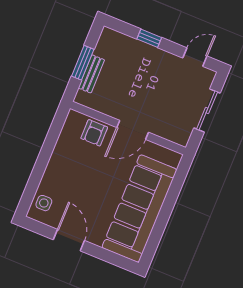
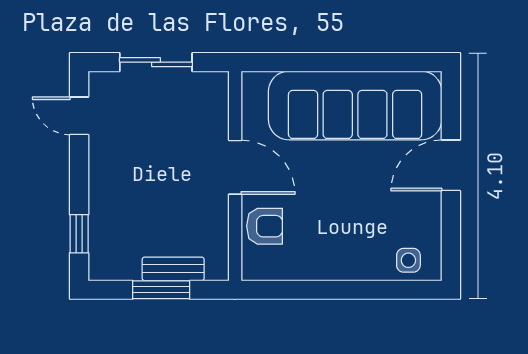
window: (149, 38) -> (79, 234), moved
door: (69, 240) -> (451, 165), moved

